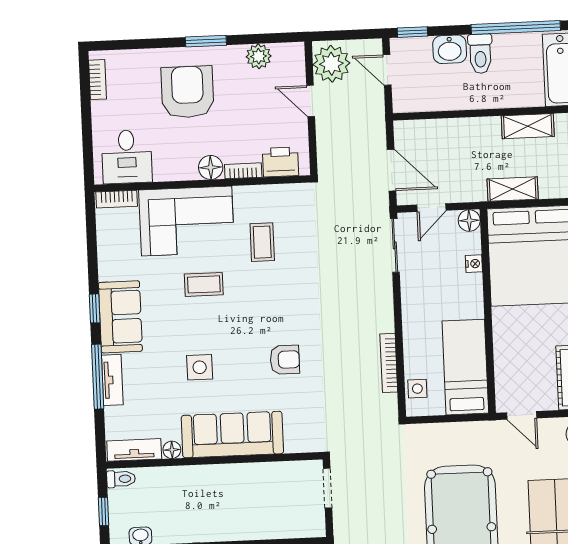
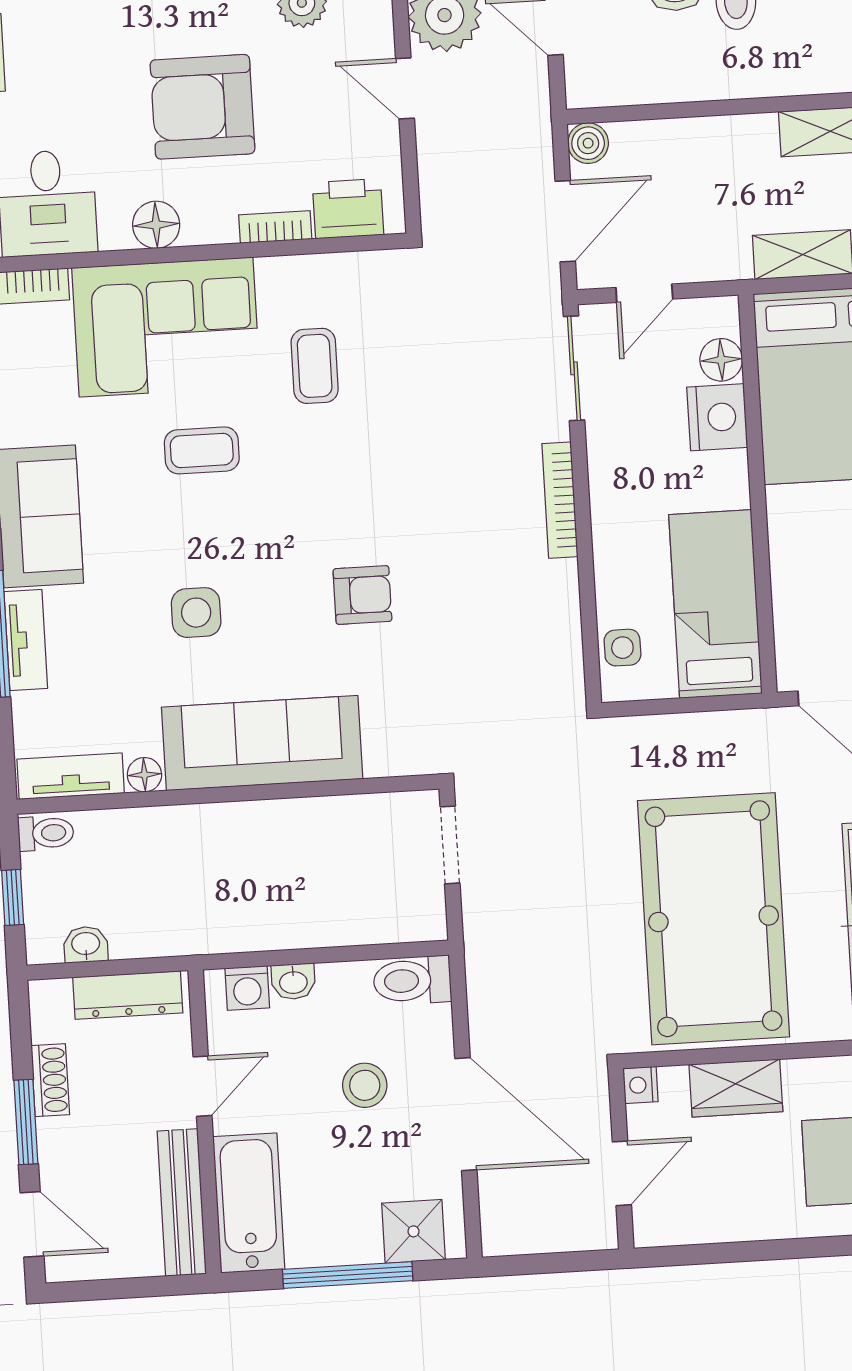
armchair: (187, 92) -> (203, 107), moved, turned -90
boiler: (404, 130) -> (588, 143), added
floor lamp: (211, 167) -> (156, 225), moved
door: (392, 170) -> (565, 221), hinge flipped
floor lamp: (469, 221) -> (721, 360), moved
nightstand: (474, 264) -> (717, 417), width x1.89, depth x1.79
bookcase: (389, 363) -> (560, 500), moved

